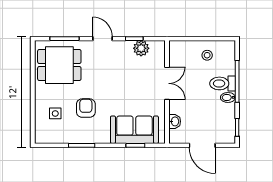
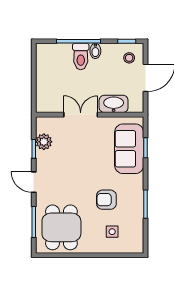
door: (103, 39) -> (34, 182), hinge flipped
stool: (207, 55) -> (129, 58), moved
washbasin: (175, 121) -> (114, 104), width x1.91, depth x1.45

